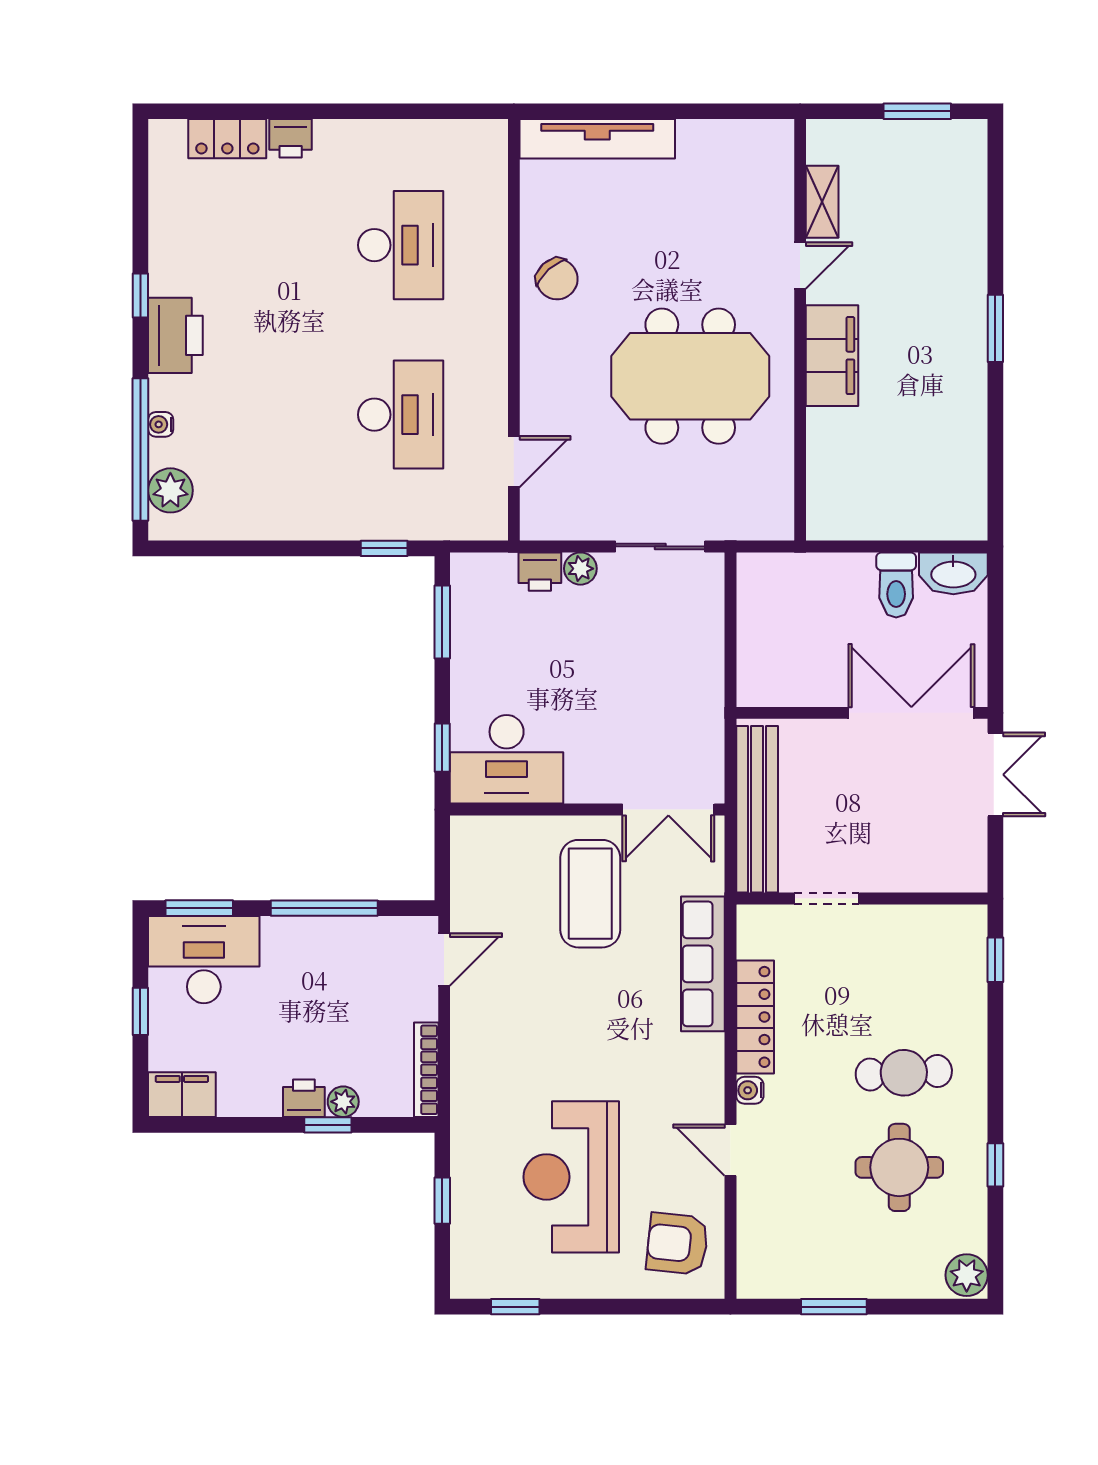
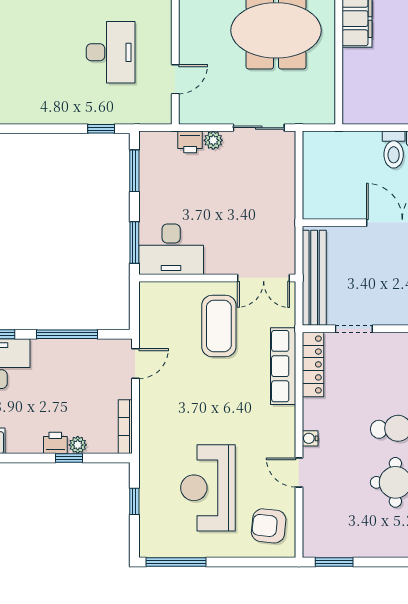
window: (442, 748) -> (134, 243), width x1.50
locker: (755, 1017) -> (313, 364), moved
window: (515, 1307) -> (176, 562), width x2.17
window: (834, 1307) -> (334, 562), moved

